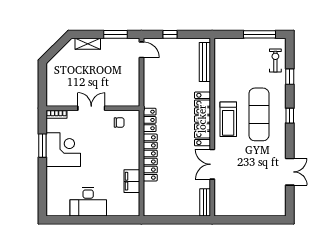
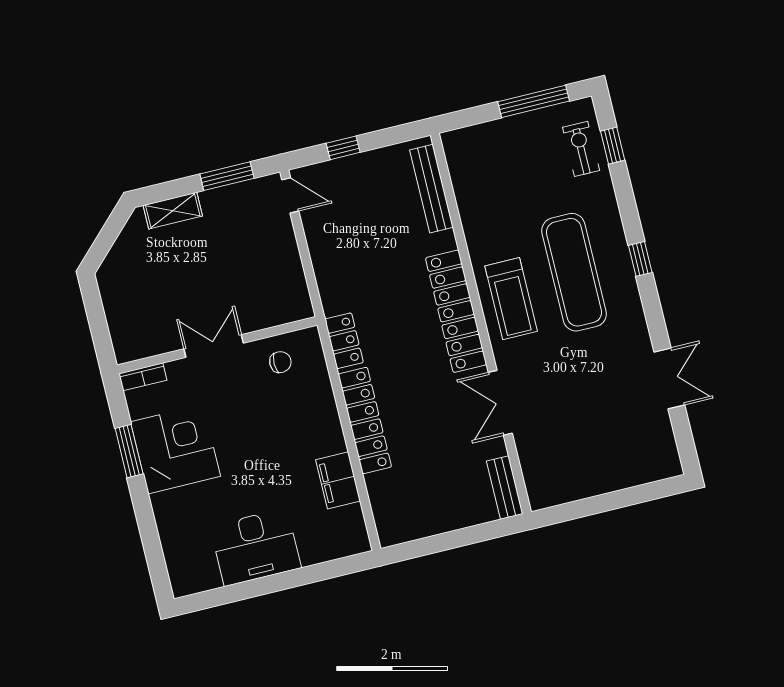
window: (290, 77) -> (613, 146), moved

